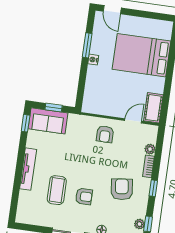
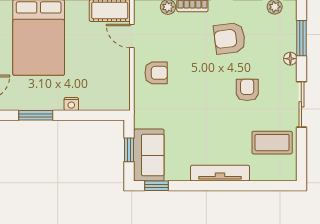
nightstand: (93, 60) -> (71, 104), moved
coffee table: (57, 190) -> (272, 143), moved

